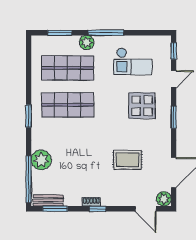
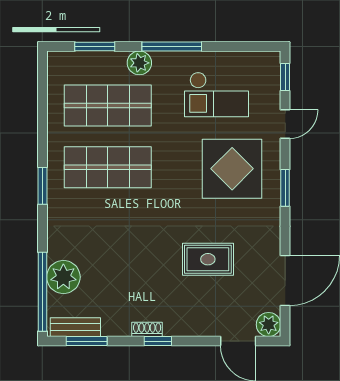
display table: (142, 106) -> (232, 169), width x1.36, depth x1.36
plant: (41, 160) -> (63, 277), moved

